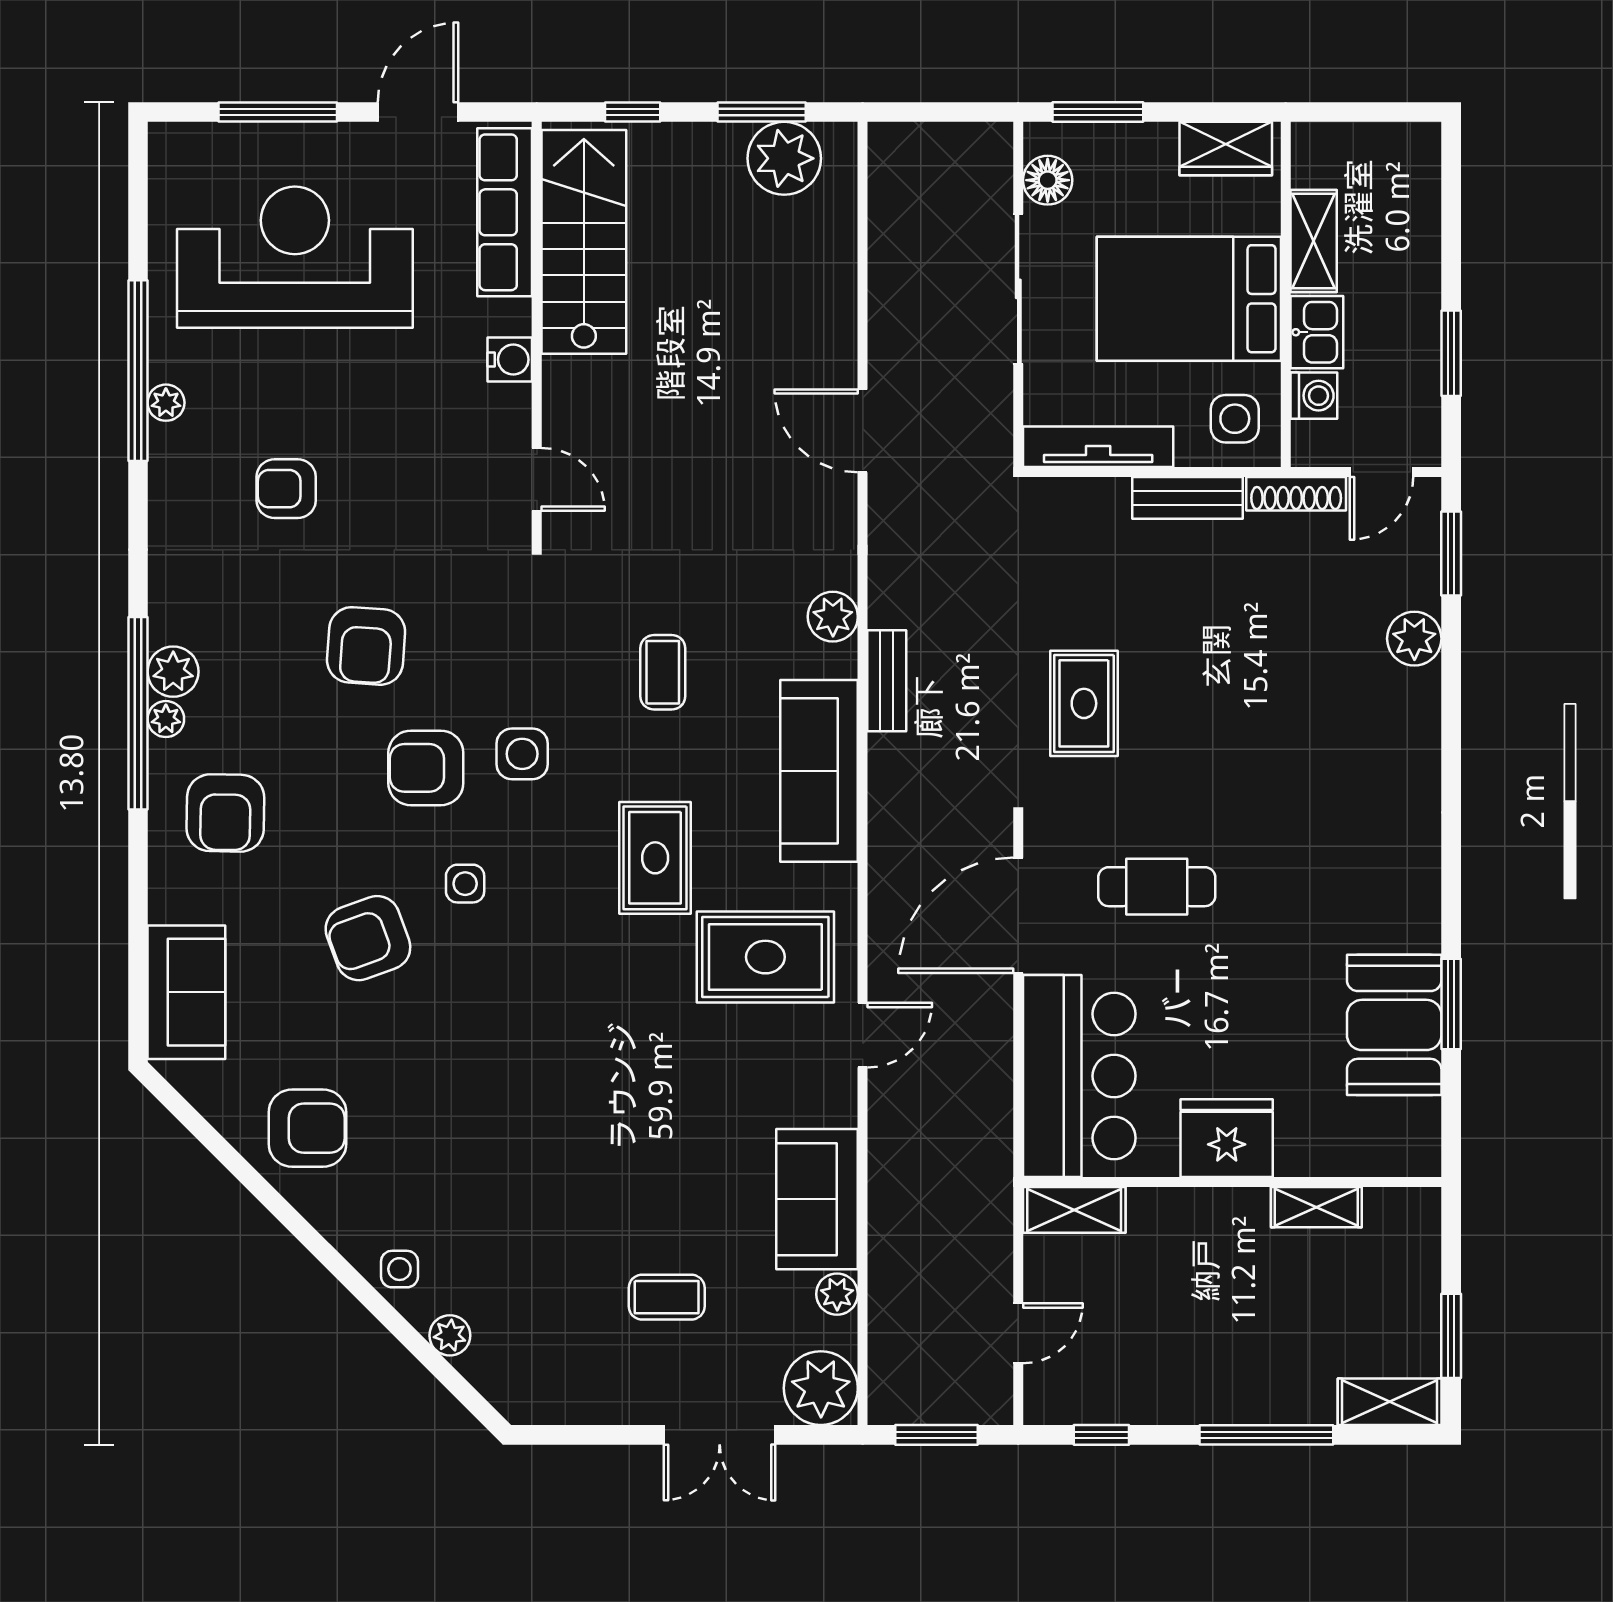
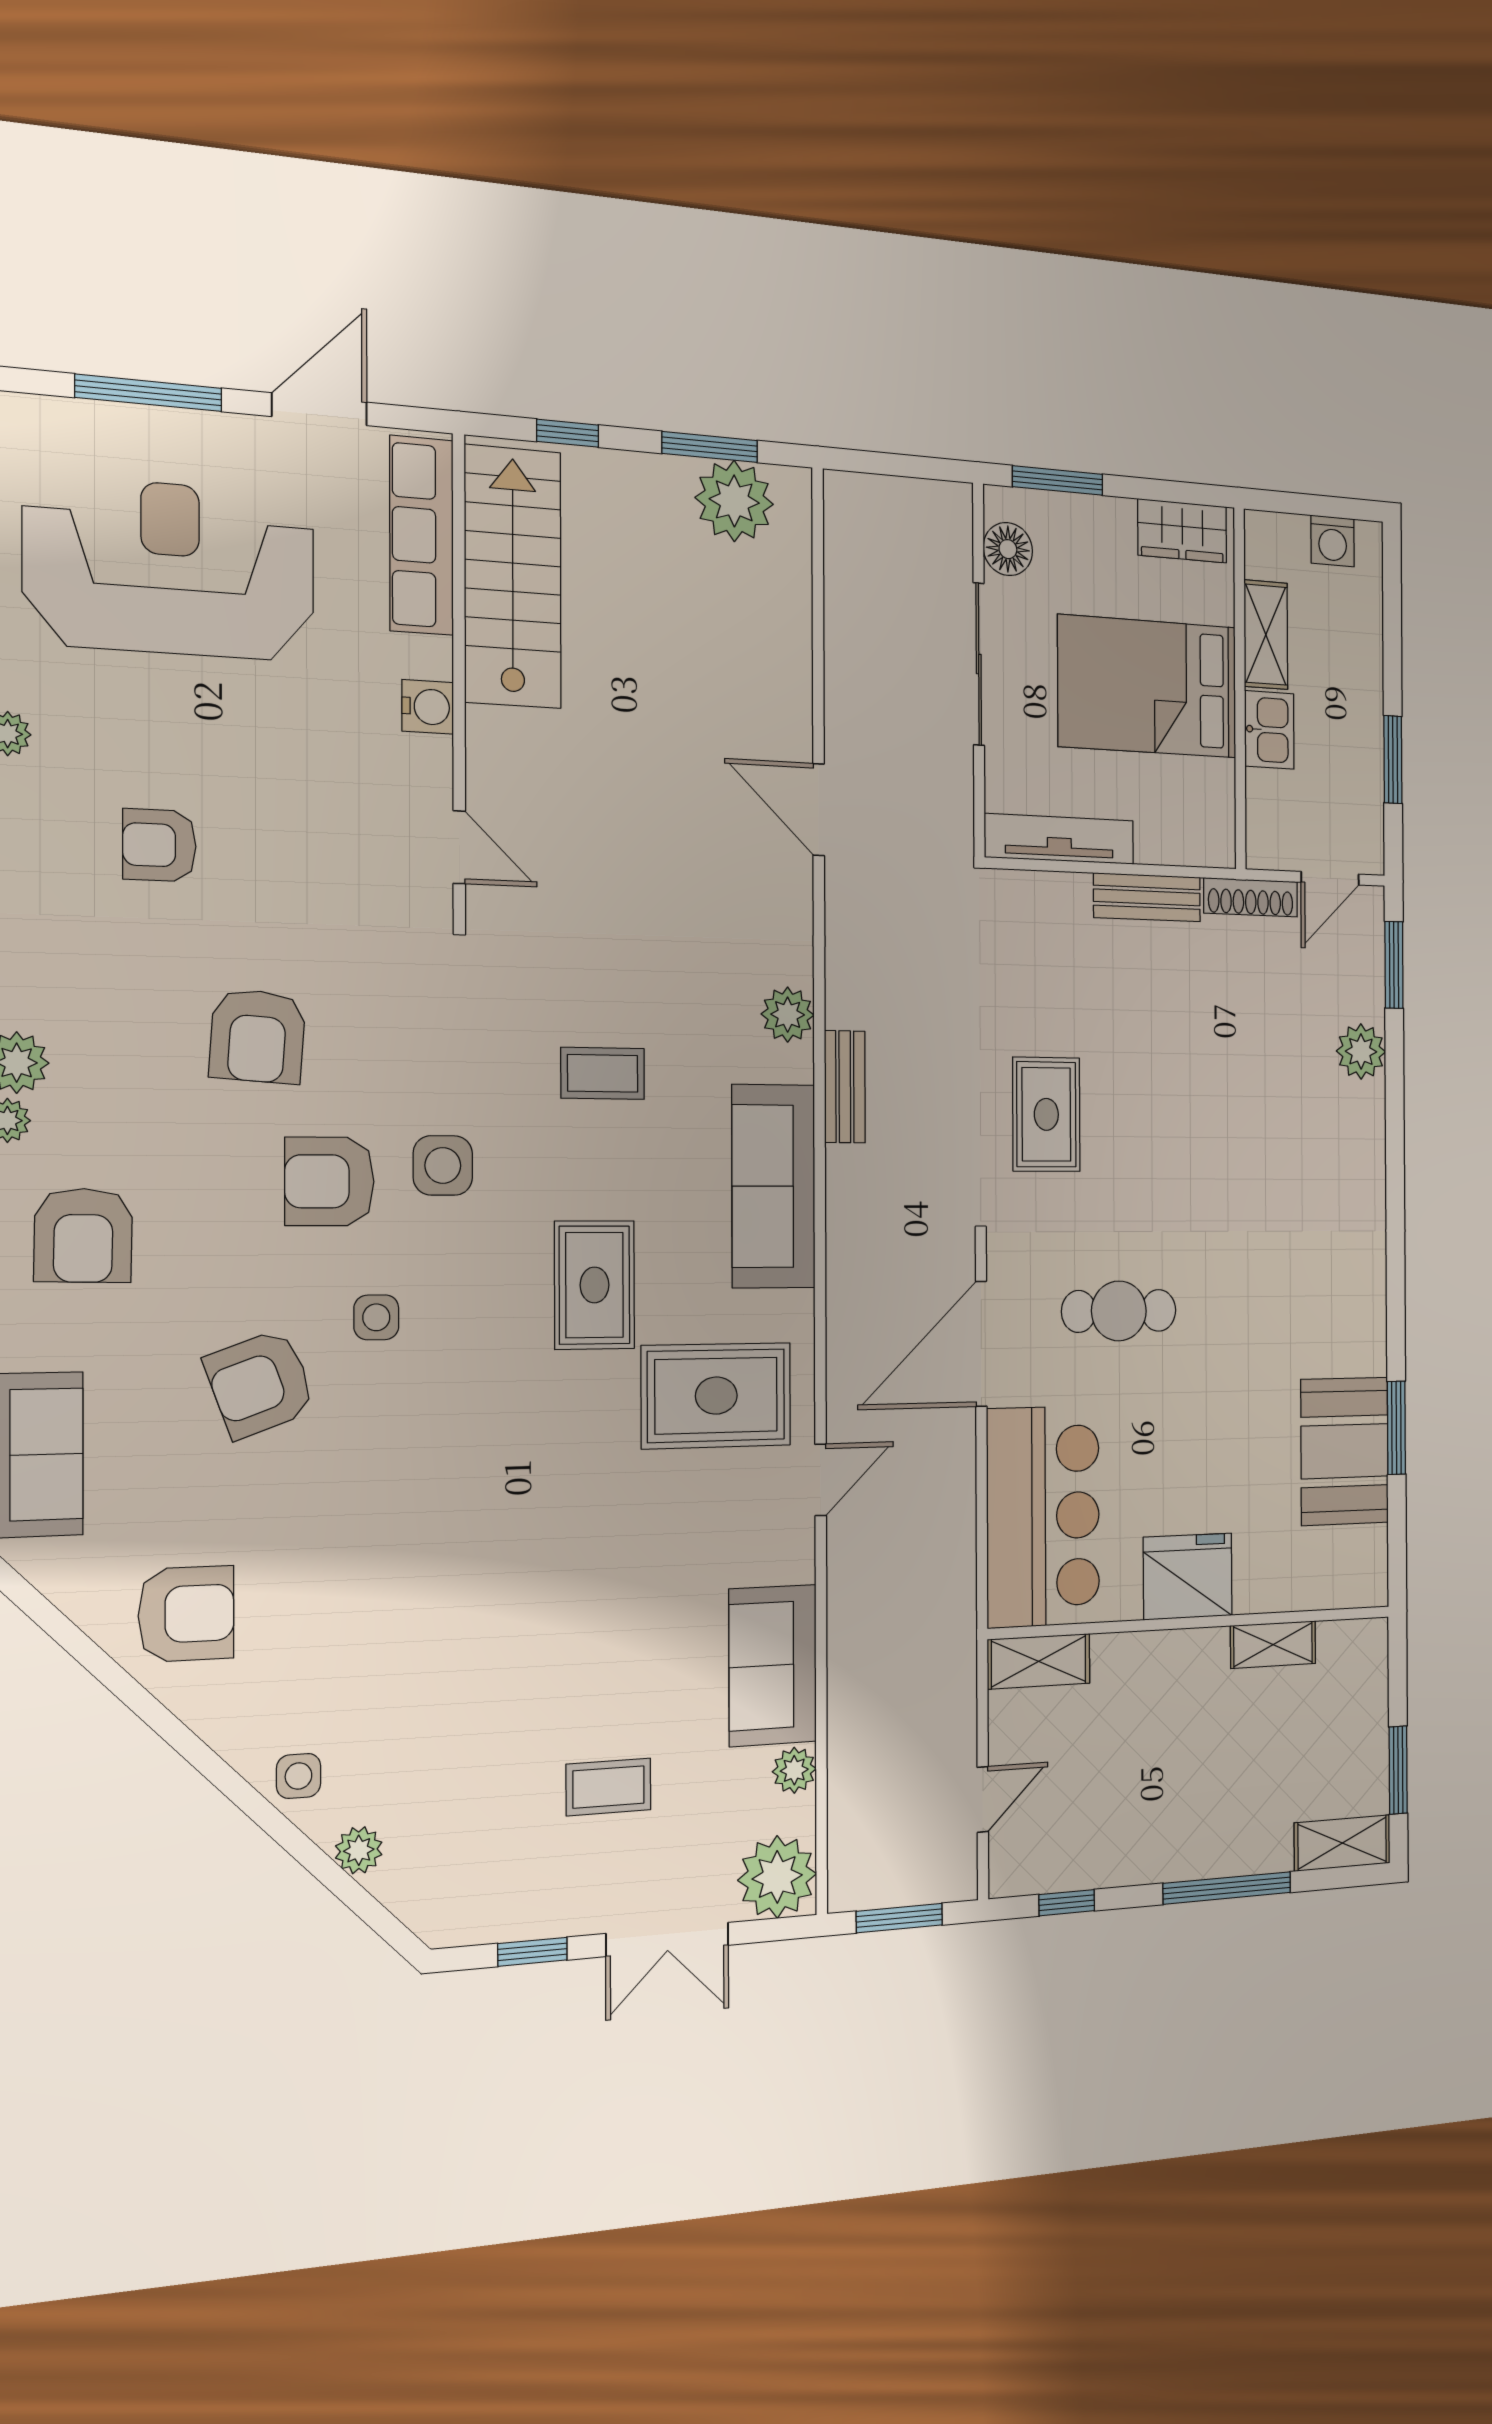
washing machine: (1314, 396) -> (1333, 541), moved, turned 90
side table: (1235, 419) -> (1192, 816), removed
coffee table: (663, 672) -> (603, 1073), turned 90
window: (599, 1435) -> (532, 1952), added

